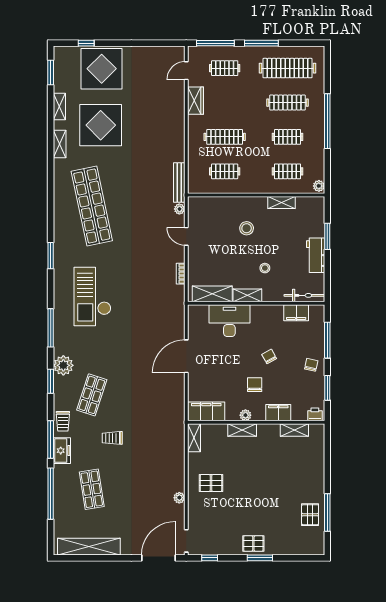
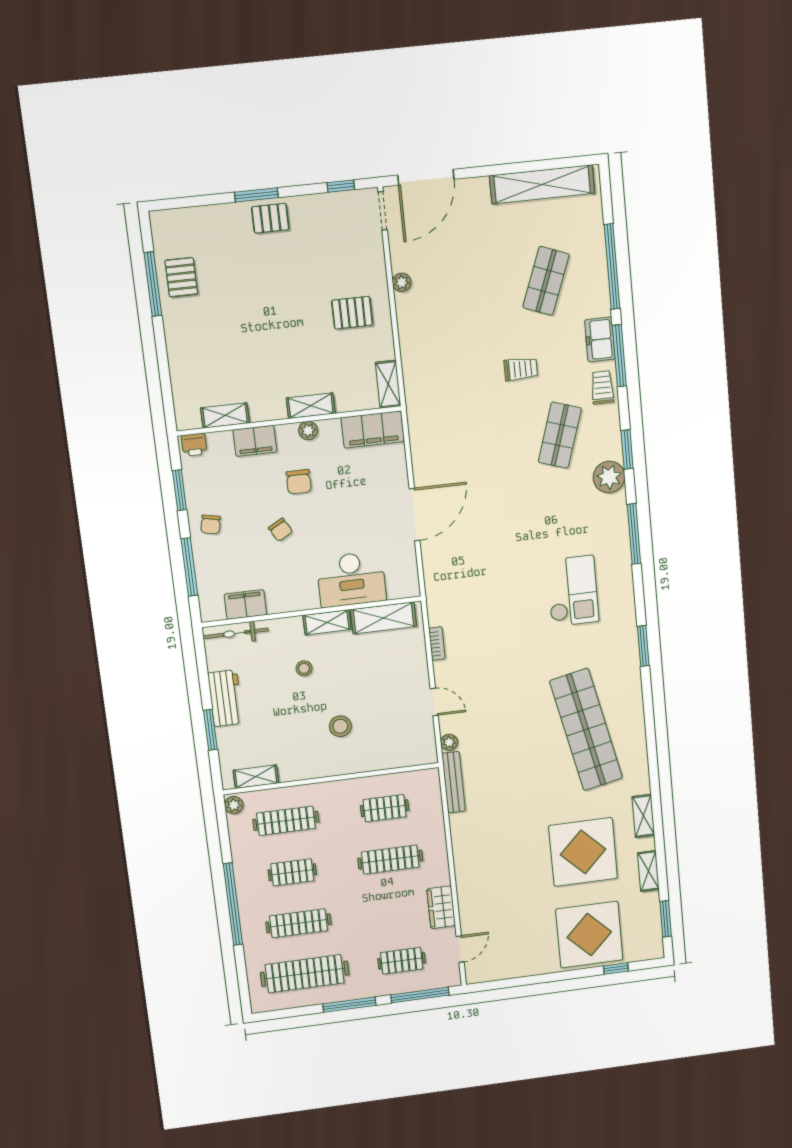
clothes rail: (287, 171) -> (286, 821), width x1.36
shelving: (281, 203) -> (256, 777), moved
checkout: (93, 296) -> (573, 591), width x0.73, depth x0.83
shop shelf: (92, 489) -> (546, 281), turned 30

